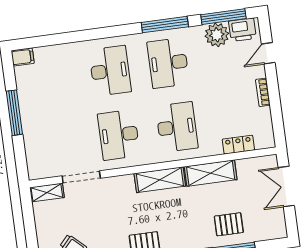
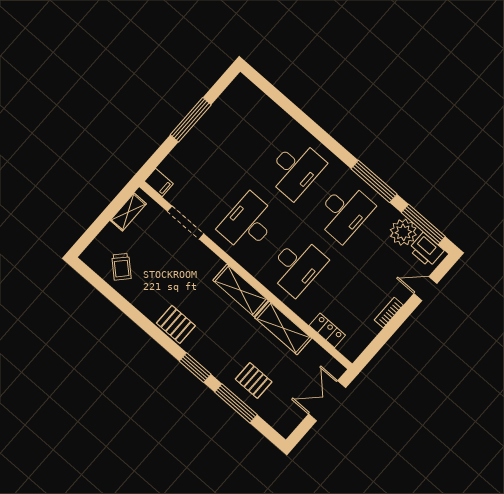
filing cabinet: (23, 57) -> (159, 182), moved
desk: (168, 63) -> (344, 212), turned 180
shelving: (47, 193) -> (128, 212), moved, turned 90

